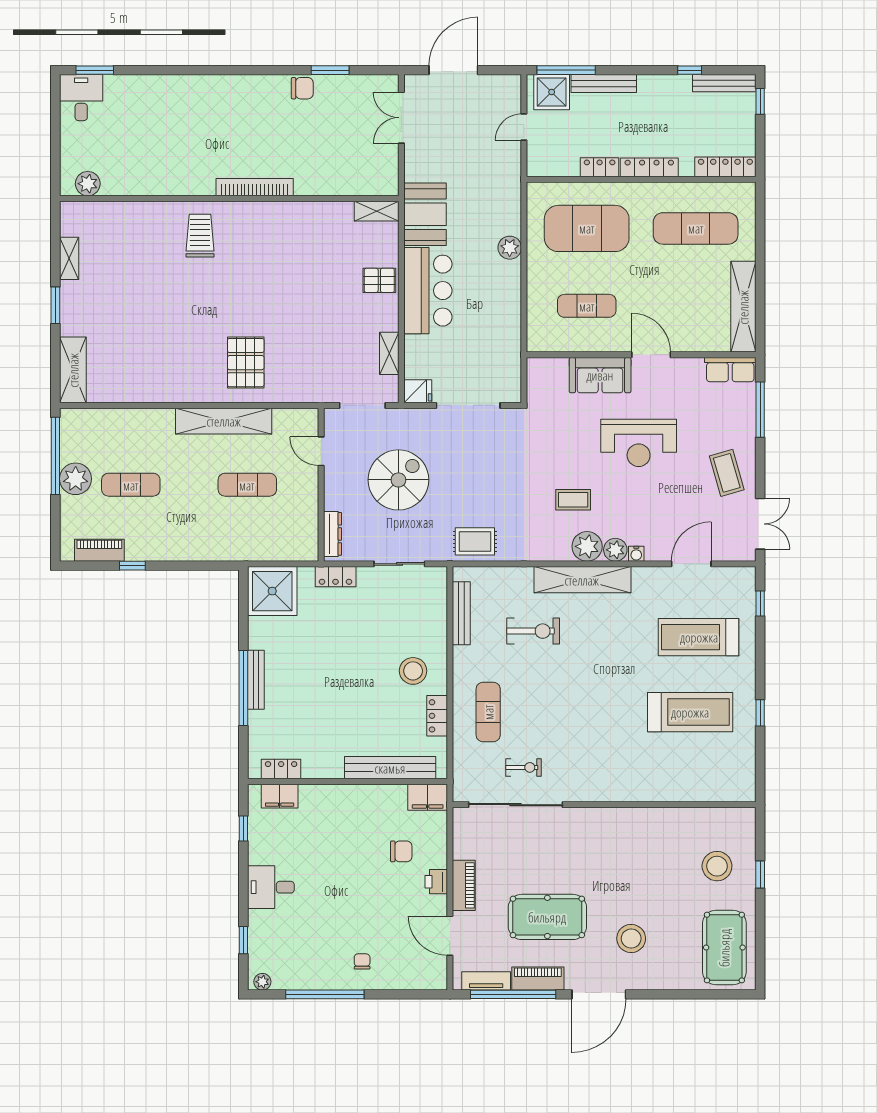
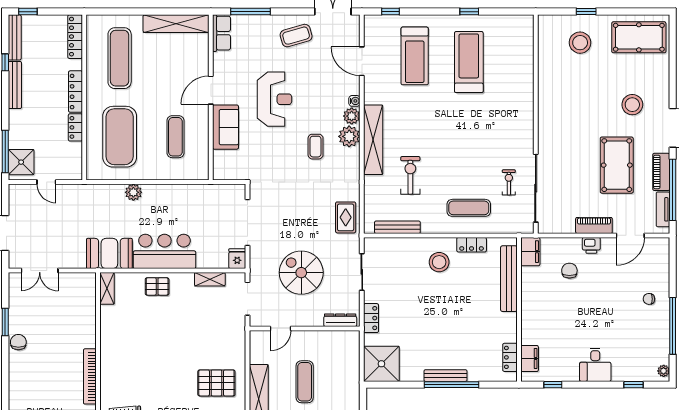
bench: (604, 83) -> (15, 85), moved
pallet: (379, 280) -> (157, 286), turned 90

